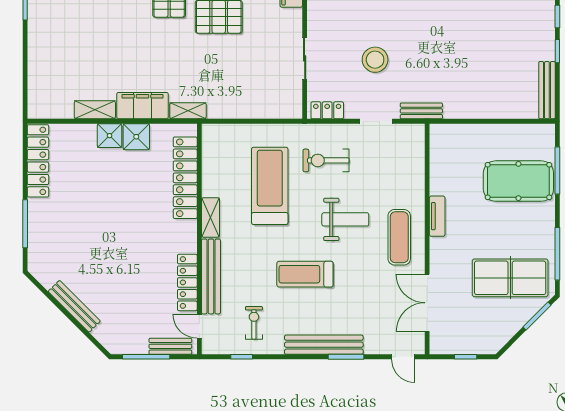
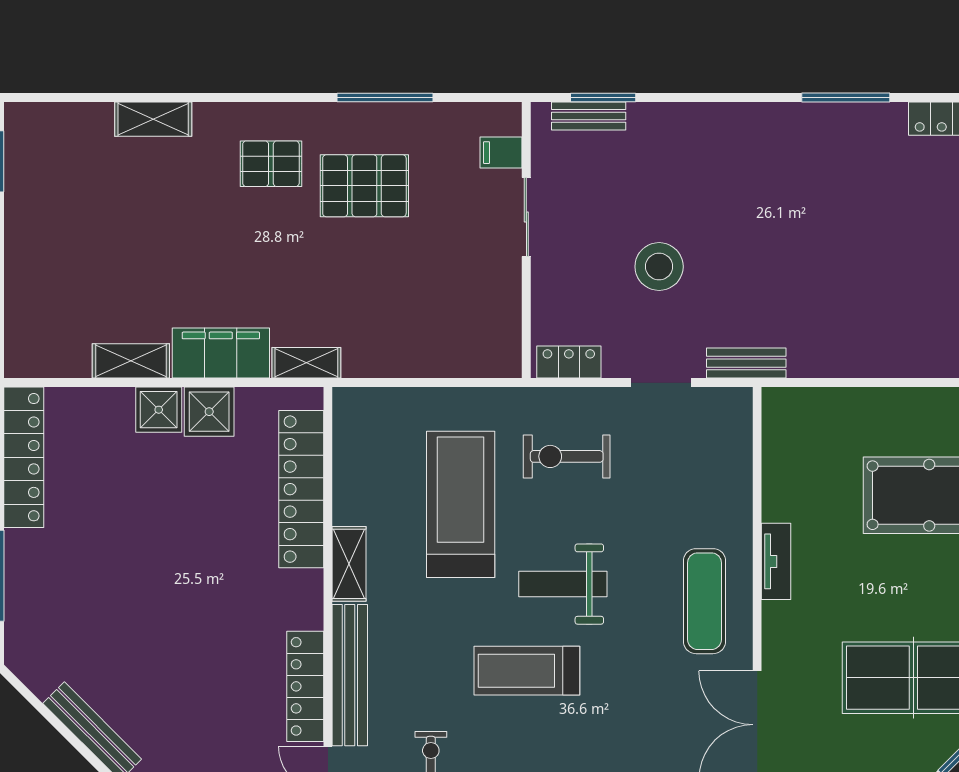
sliding door: (305, 58) -> (526, 217), moved
weight bench: (345, 219) -> (563, 584), moved, turned 180

